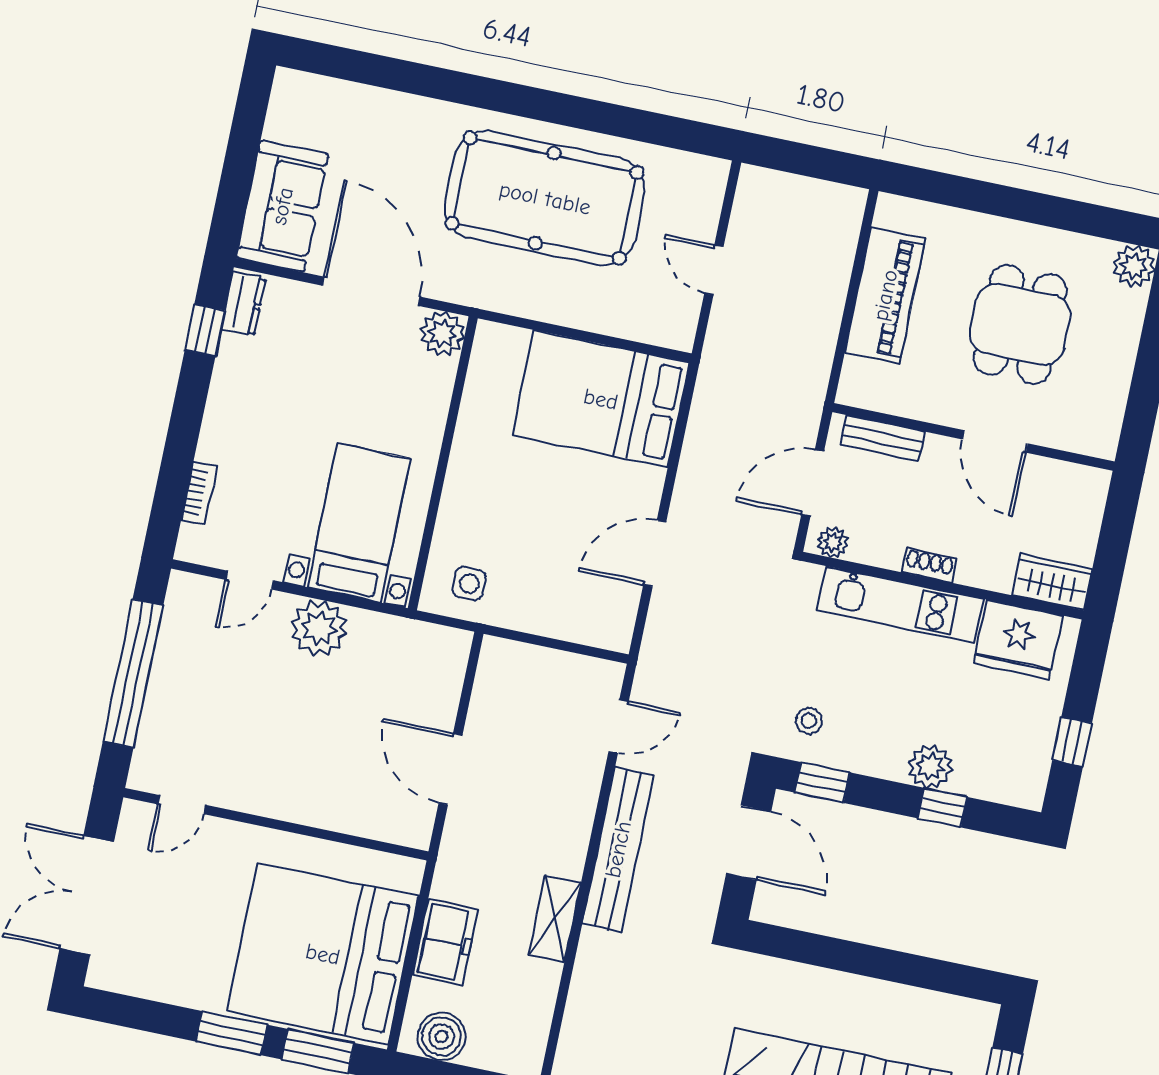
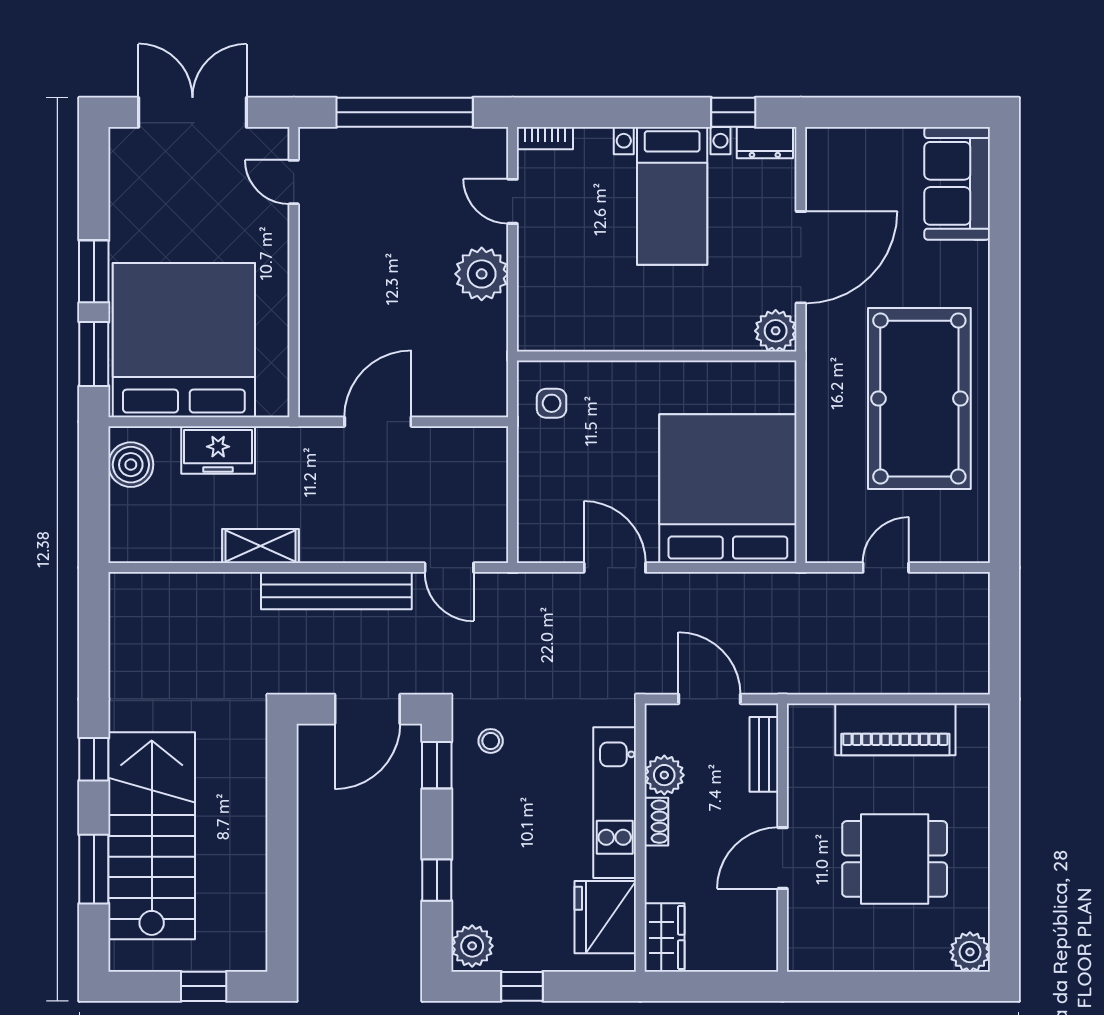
sofa: (282, 206) -> (957, 183), moved, turned 90
bed: (601, 399) -> (728, 489), width x1.36
bookcase: (199, 493) -> (545, 138), moved
bed with nightstands: (359, 523) -> (672, 196), moved, turned 90
plant: (833, 542) -> (664, 775), moved, width x1.38, depth x1.38
plant: (930, 766) -> (472, 946), moved

